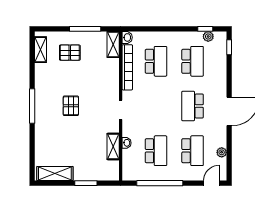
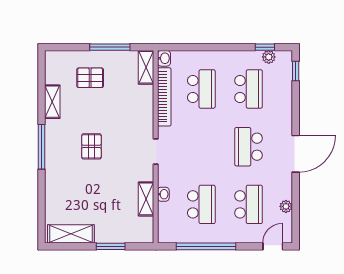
shelving: (41, 50) -> (52, 102), moved

